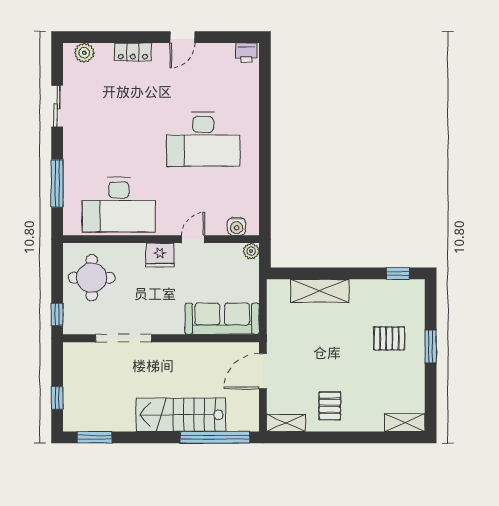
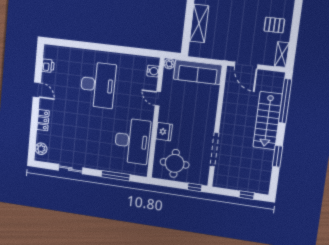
printer: (246, 52) -> (48, 66), moved
fridge: (160, 255) -> (164, 132), moved
sofa: (222, 319) -> (198, 72), moved, turned -90
window: (94, 437) -> (278, 156), moved

